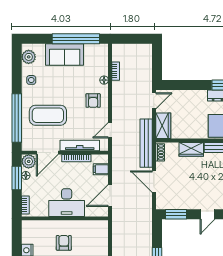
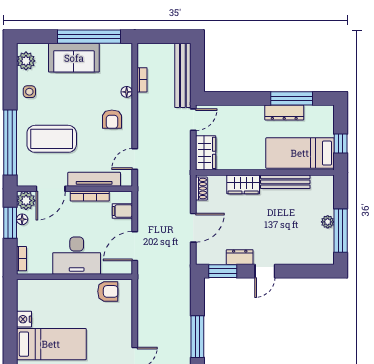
bench: (146, 143) -> (183, 75), moved
door: (154, 182) -> (193, 228), swing flipped
dresser: (189, 204) -> (240, 257), added
armchair: (64, 243) -> (108, 291), moved, turned 90

